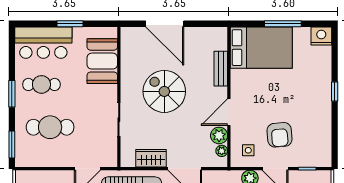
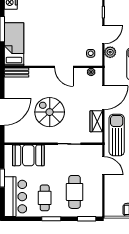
bed: (261, 48) -> (14, 44), width x0.67
bench: (221, 69) -> (17, 73), moved
spiral stairs: (164, 91) -> (50, 112), turned 90
plant: (219, 135) -> (80, 74), removed
armchair: (280, 135) -> (80, 31), removed

